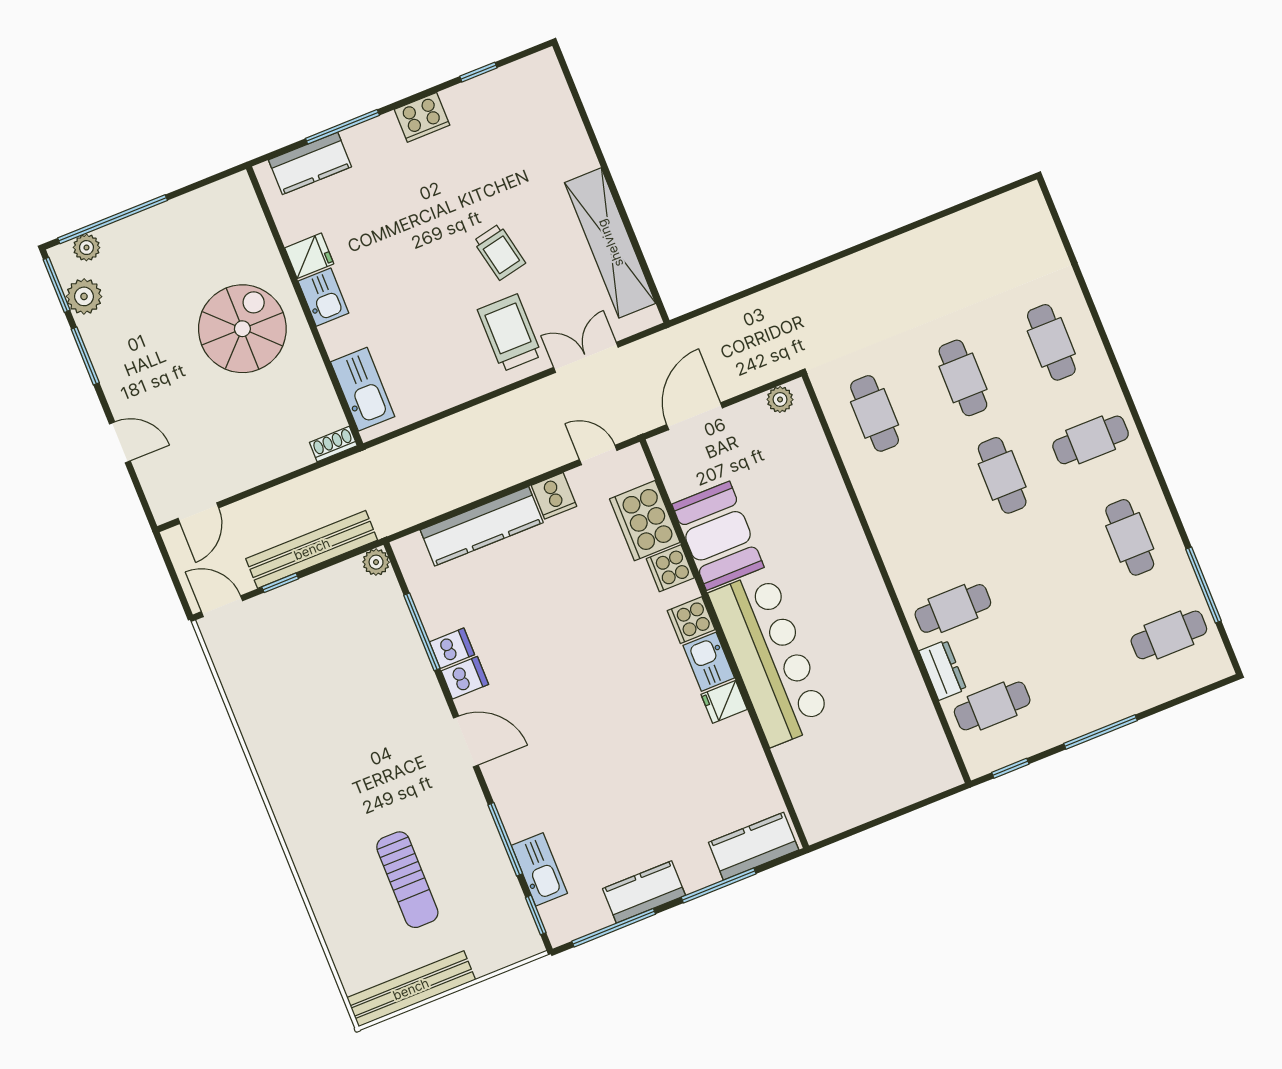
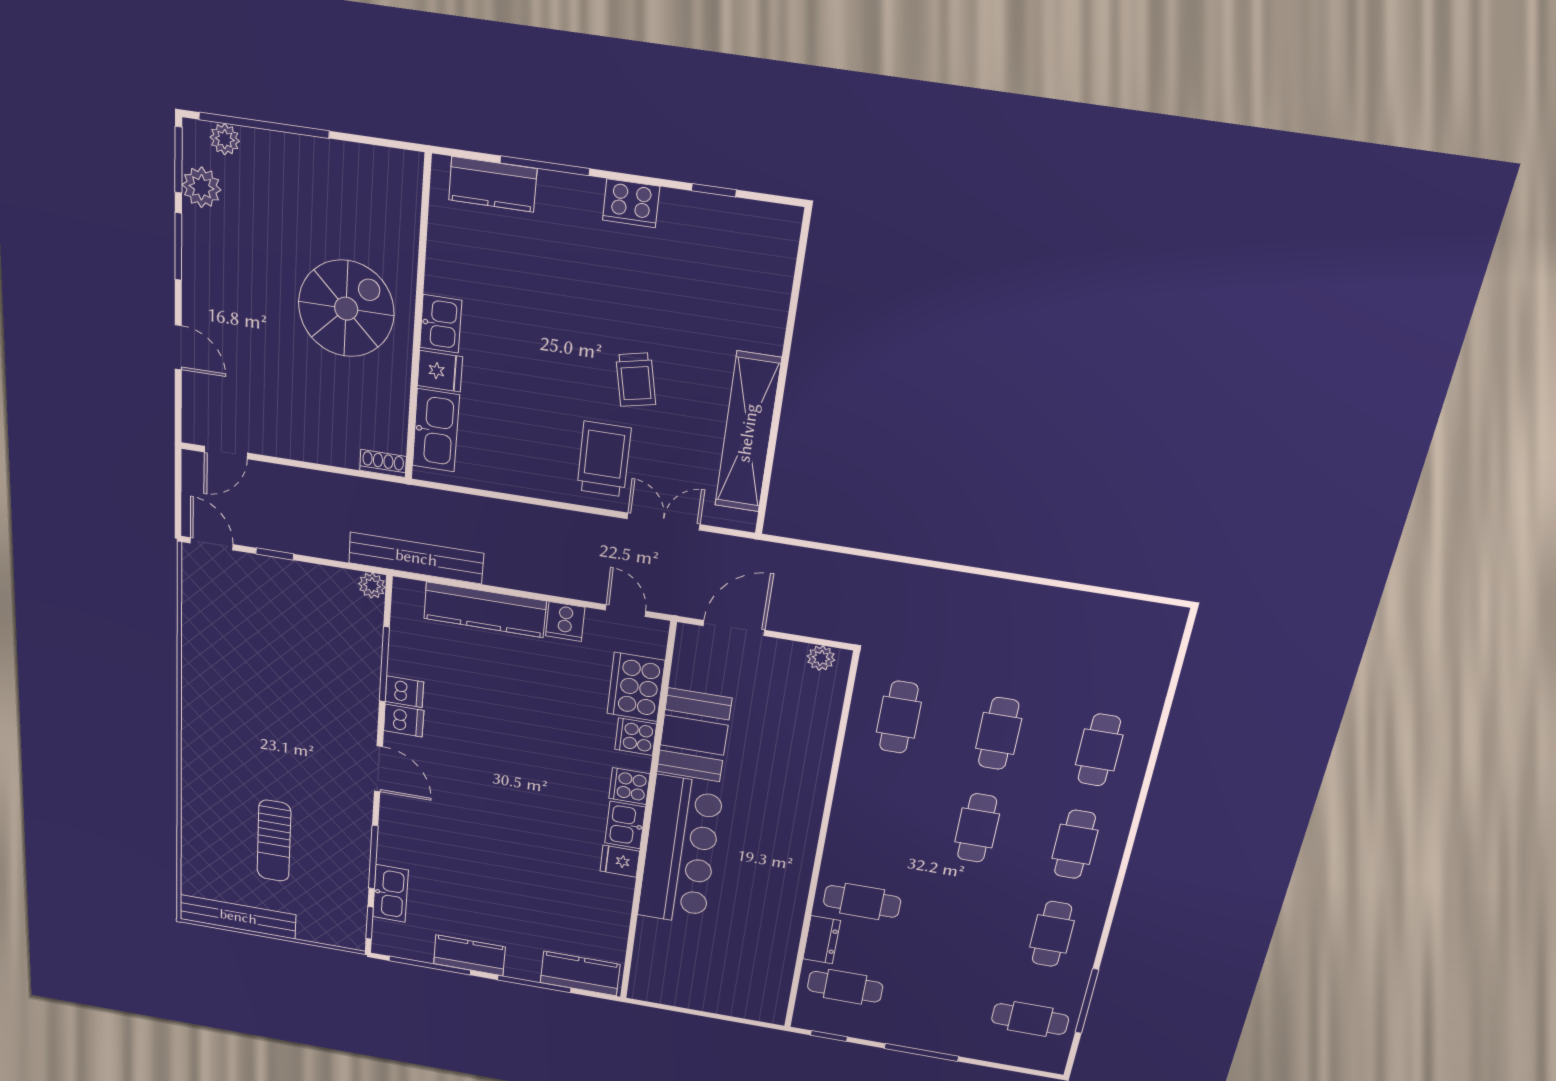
fridge: (309, 256) -> (440, 371), moved
cafe table: (1091, 440) -> (1075, 844), turned 90
bench: (312, 549) -> (416, 558), moved

